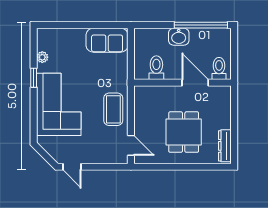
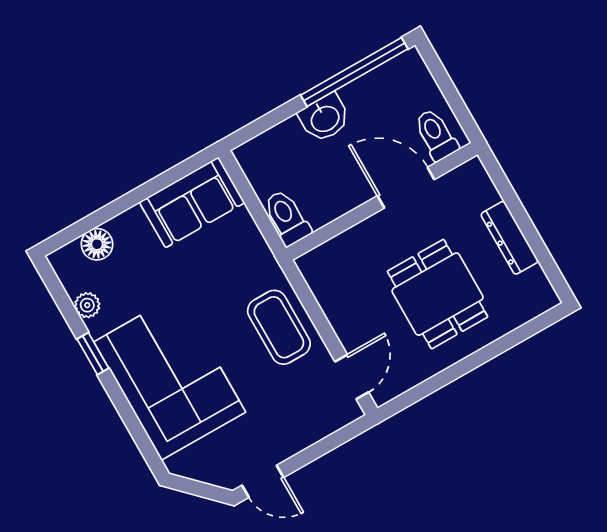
floor lamp: (60, 35) -> (97, 244), added
toilet: (156, 68) -> (287, 218), moved
door: (131, 145) -> (352, 377), hinge flipped
dresser: (225, 146) -> (509, 238), moved

